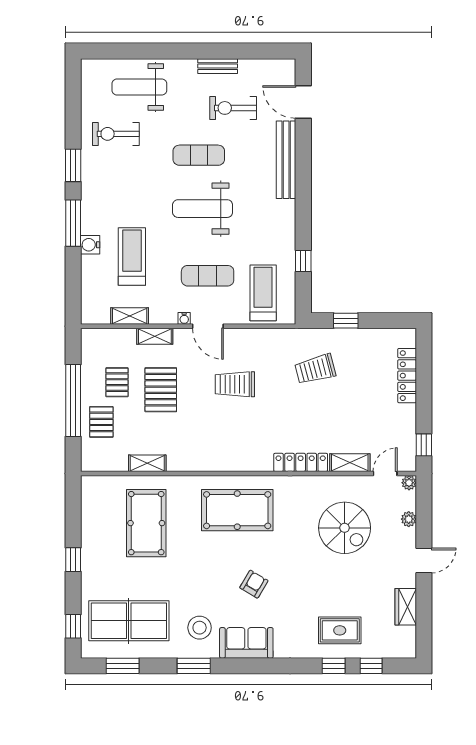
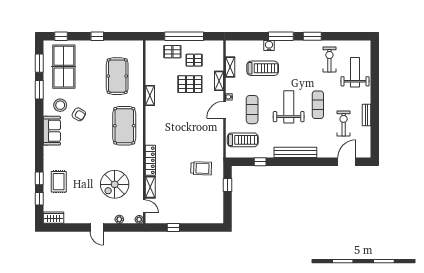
bench: (286, 160) -> (295, 152), moved
trolley: (315, 369) -> (201, 168), turned 107
locker: (407, 376) -> (198, 218), removed
trolley: (235, 384) -> (193, 125), removed
window: (424, 445) -> (173, 228), moved
shelving: (147, 463) -> (150, 96), moved
pool table: (146, 523) -> (117, 76), turned 90
armchair: (254, 584) -> (79, 114), moved
wardrobe: (406, 607) -> (53, 218), moved
window: (194, 666) -> (39, 90), moved

